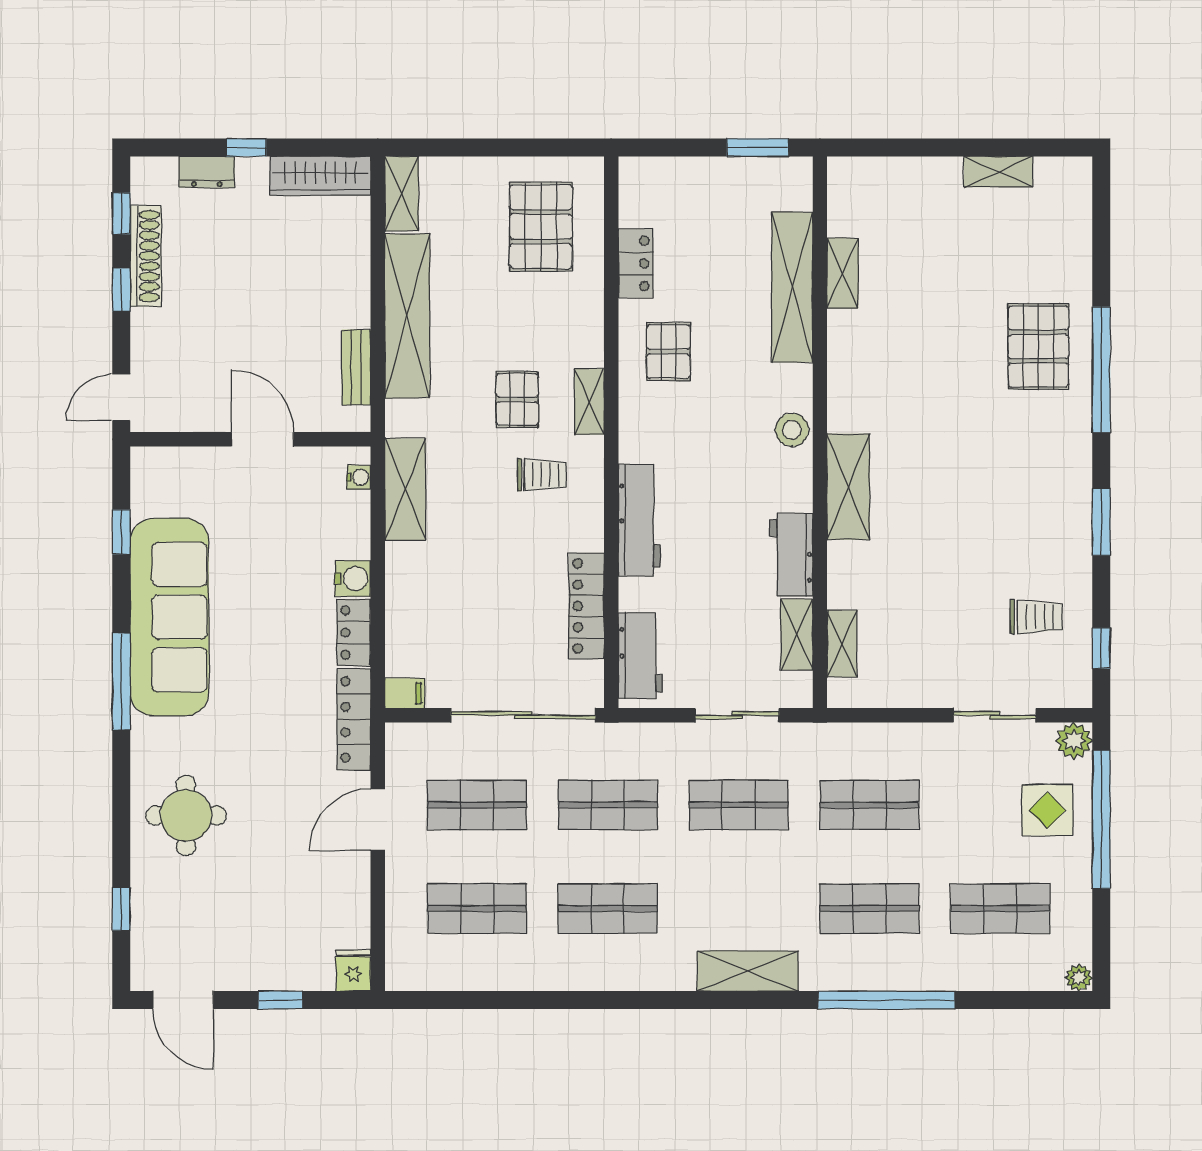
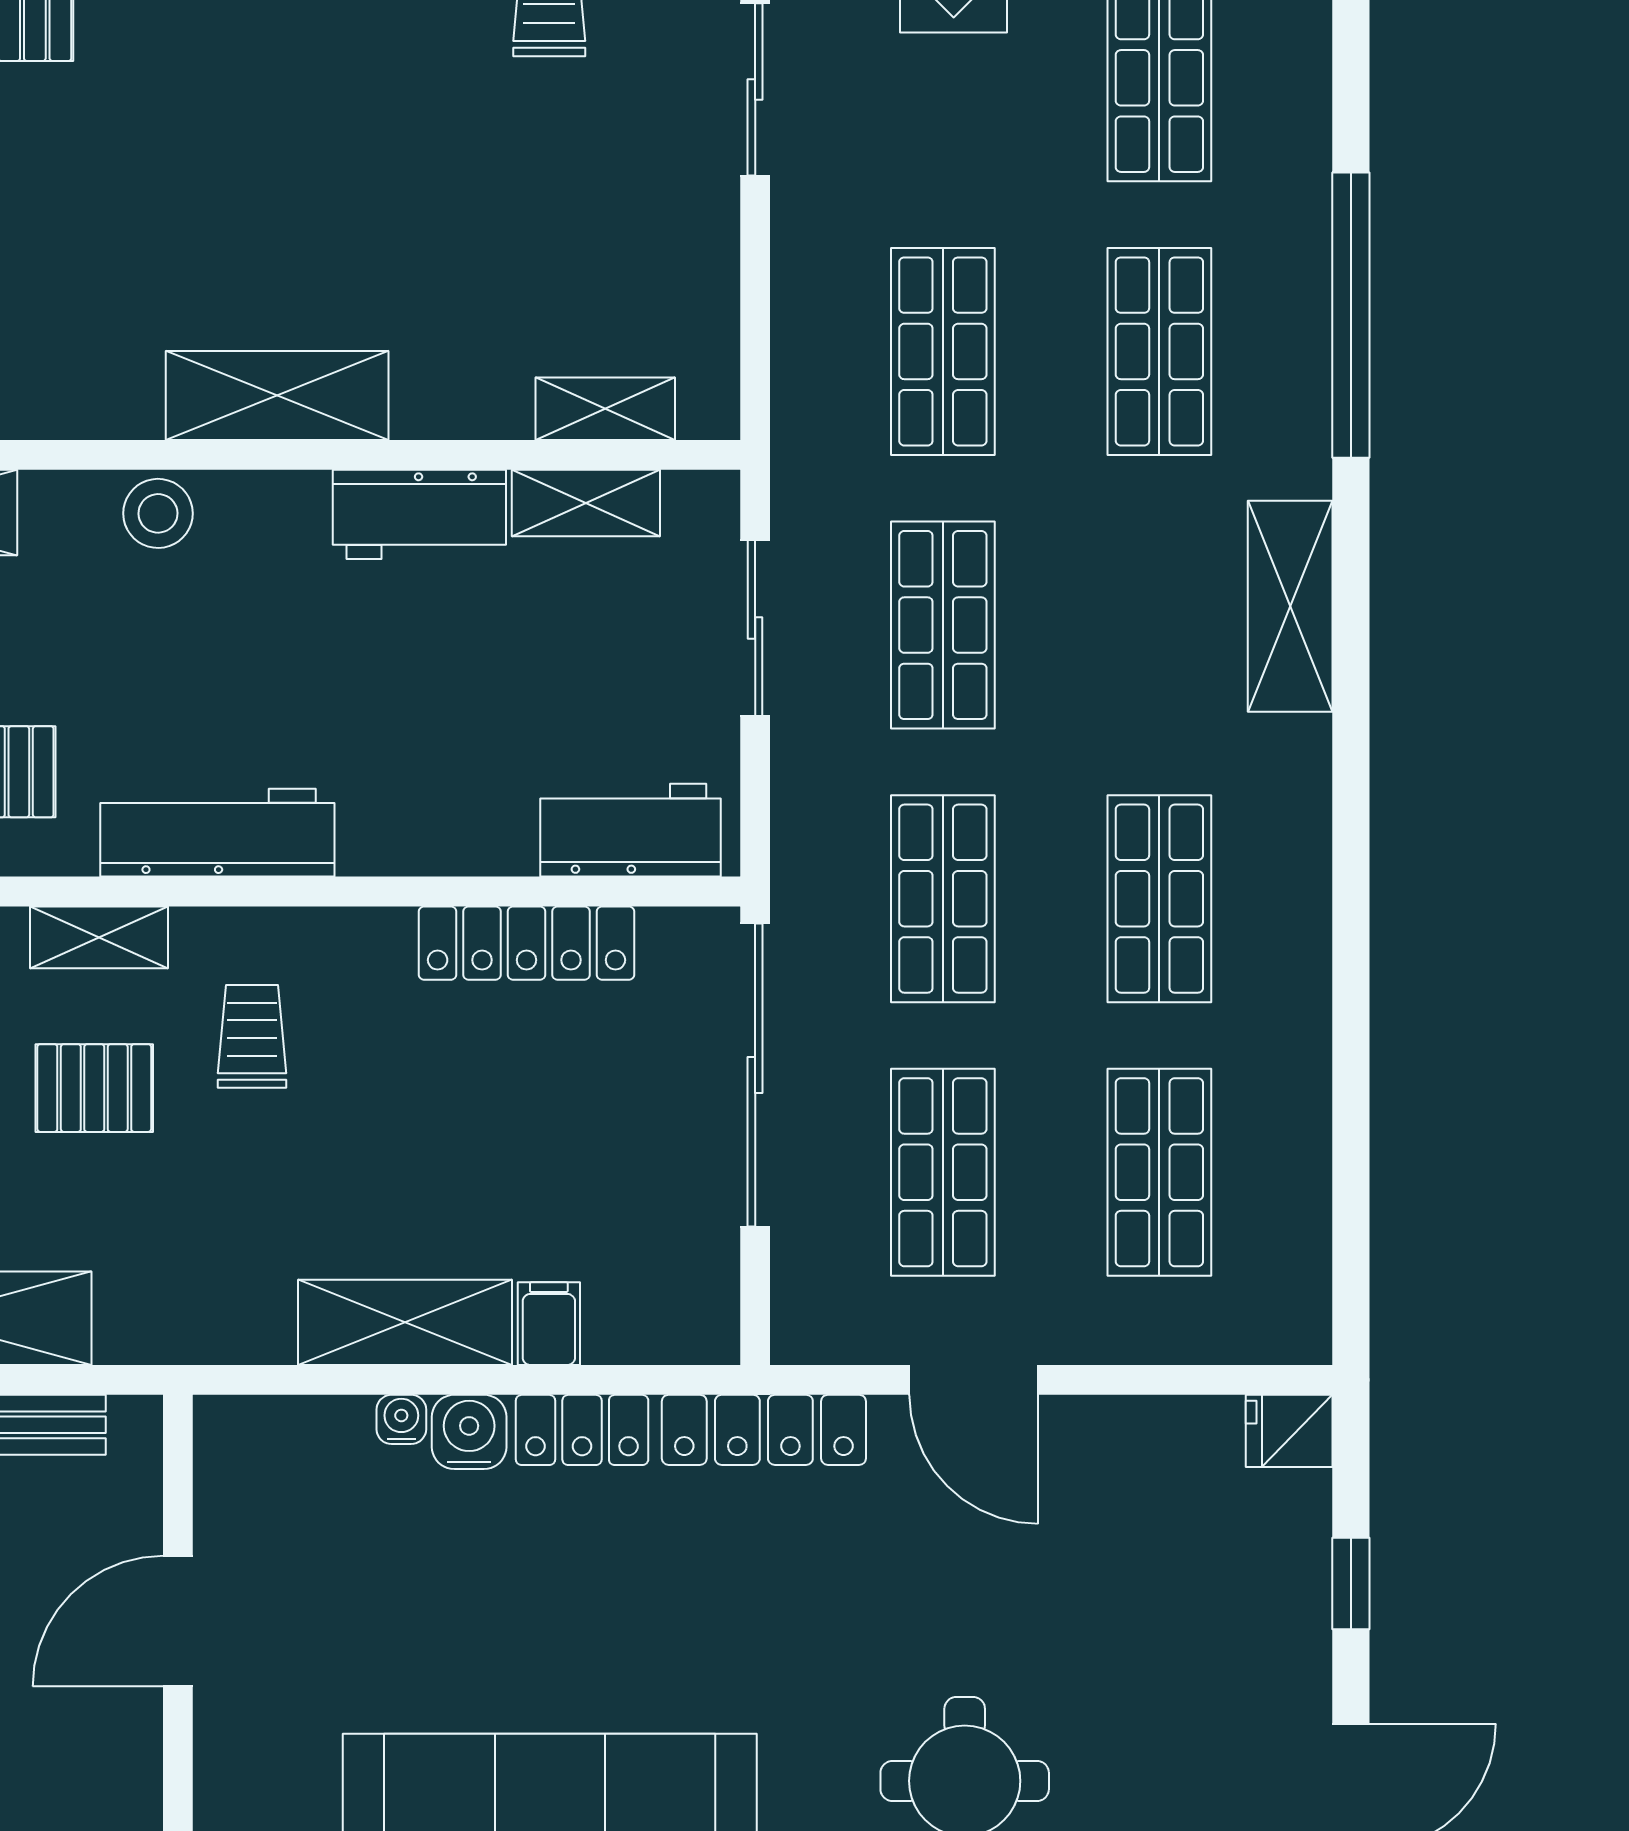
water cooler: (359, 477) -> (401, 1419), moved
shelving: (405, 489) -> (405, 1322), moved
workbench: (639, 520) -> (217, 833), moved
filing cabinet: (405, 693) -> (549, 1324), moved

